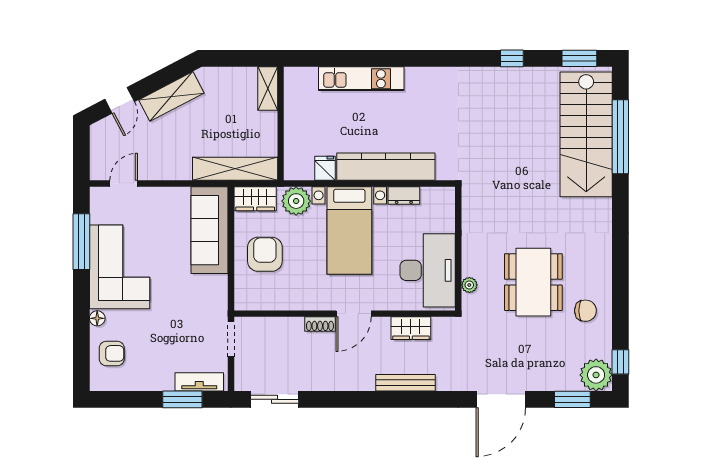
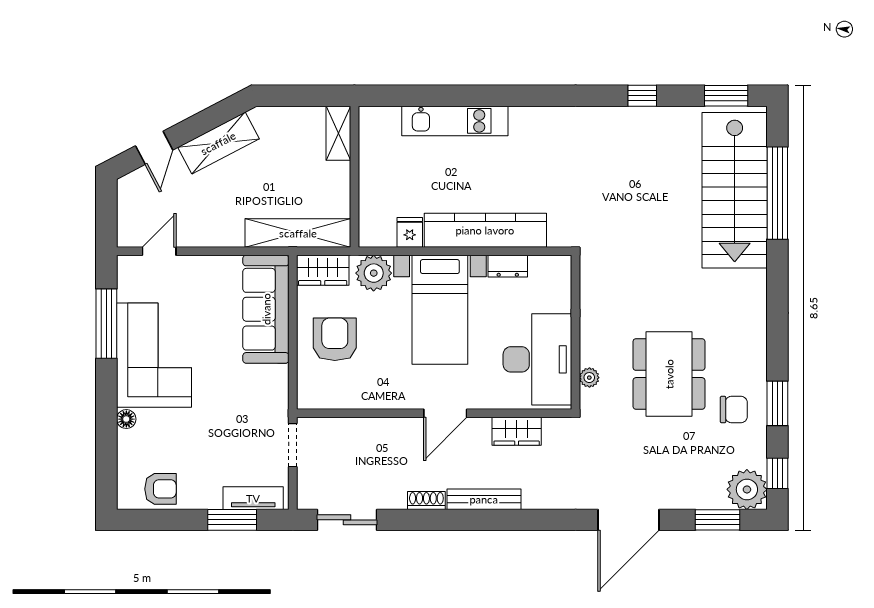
window: (620, 306) -> (777, 403), added
shoe rack: (320, 324) -> (426, 500), moved, turned 180
armchair: (112, 353) -> (160, 489), moved
bench: (406, 383) -> (484, 499), moved

